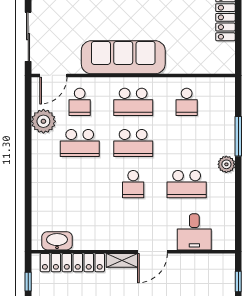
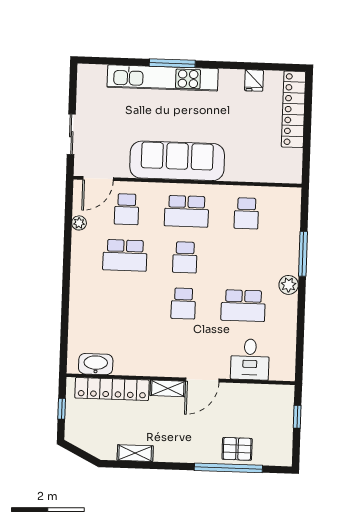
sliding door: (28, 37) -> (71, 134), width x0.73
plant: (43, 121) -> (79, 223), width x0.53, depth x0.53
school desk: (133, 143) -> (185, 257), width x0.54

